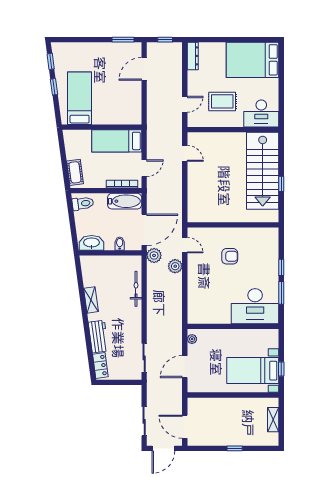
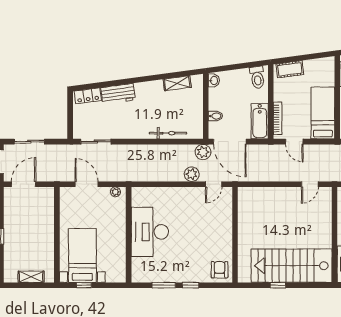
washbasin: (92, 243) -> (214, 80), width x0.52, depth x0.69
armchair: (230, 256) -> (220, 270), moved, turned 180
shelving: (91, 300) -> (177, 83), moved
desk: (255, 306) -> (150, 232), moved

